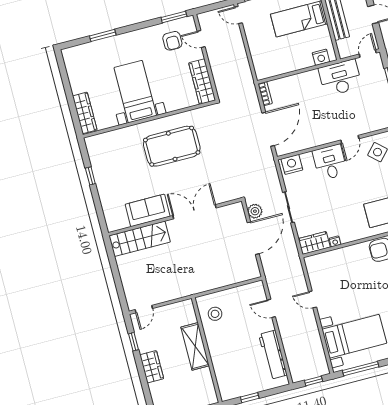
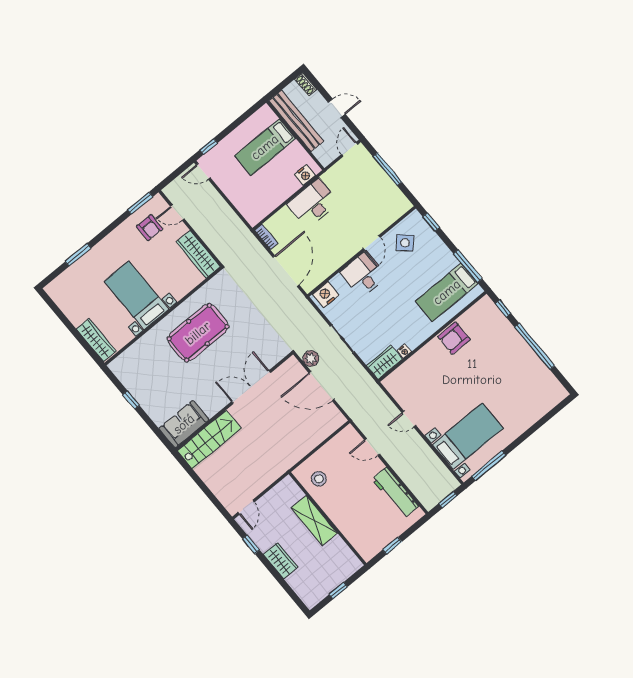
desk: (340, 78) -> (313, 203), moved
sofa: (148, 210) -> (184, 424), moved
door: (253, 238) -> (321, 386), swing flipped

